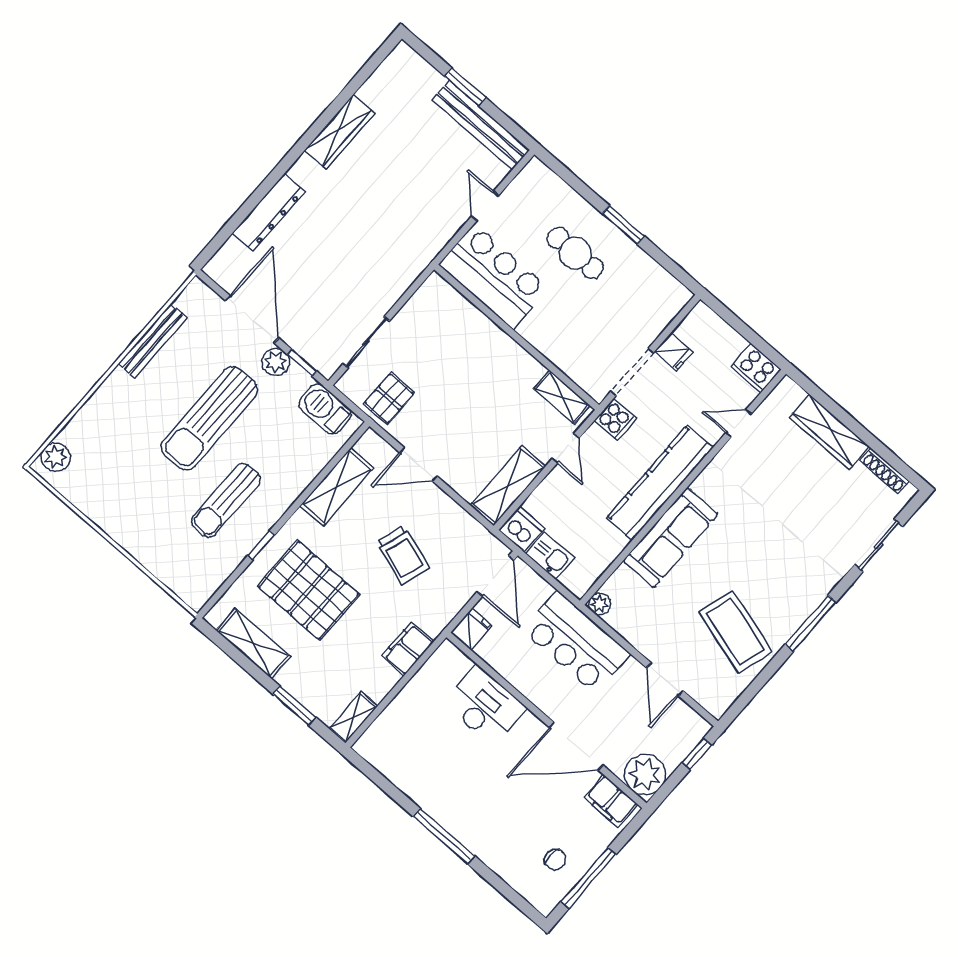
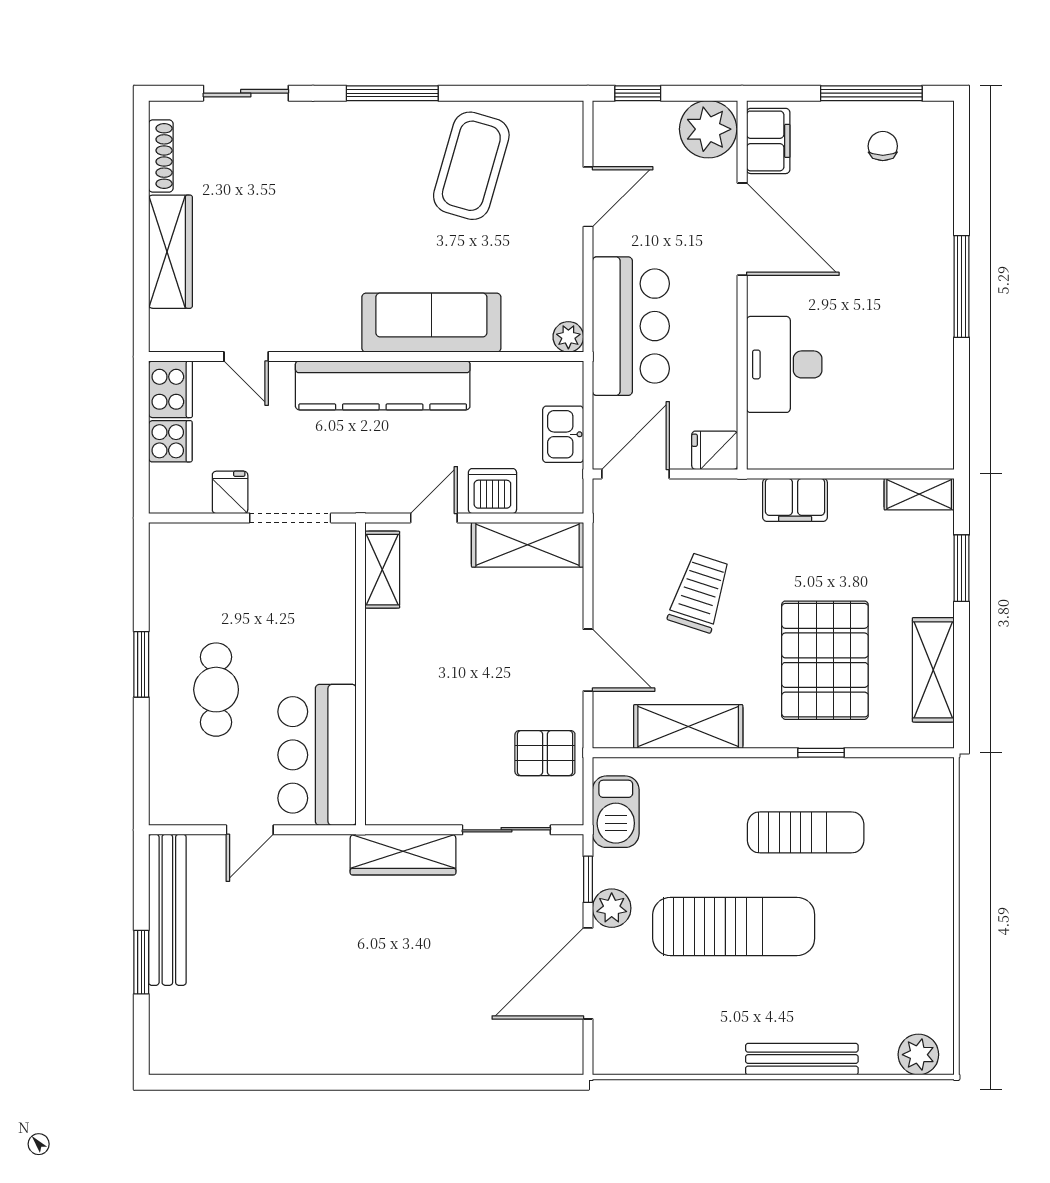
wardrobe: (340, 132) -> (403, 855), moved, turned 180
dresser: (269, 212) -> (458, 1055), removed
bench: (153, 341) -> (802, 1059), moved
cooker: (615, 420) -> (170, 441), moved, turned 90
dishwasher: (522, 529) -> (492, 491), moved, turned 90

